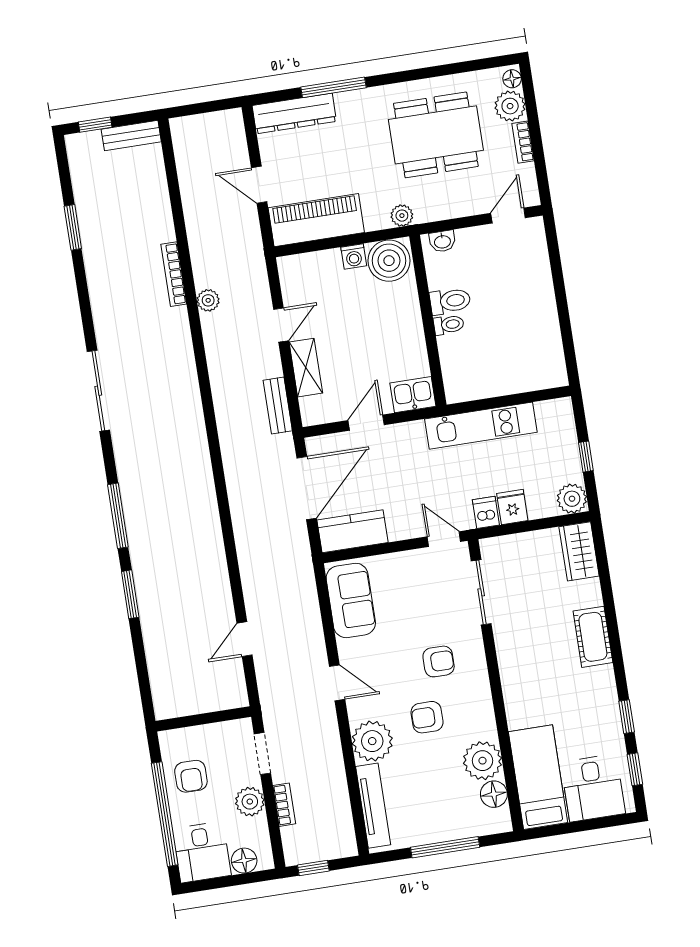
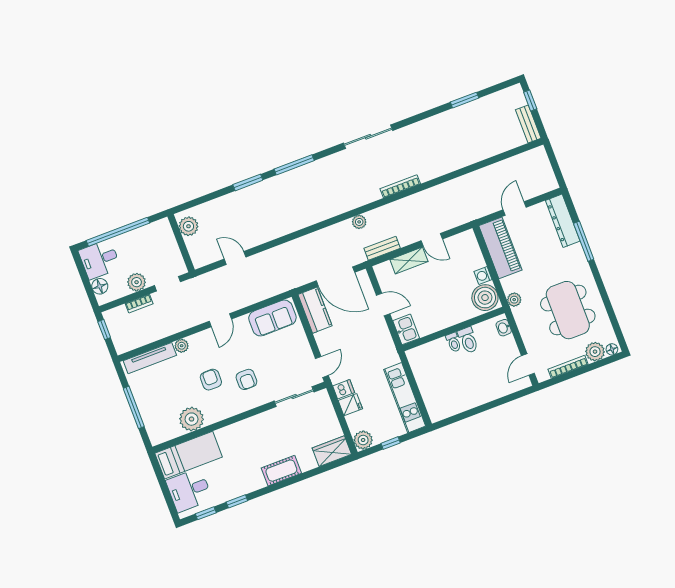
bookcase: (523, 142) -> (568, 367), width x1.56
door: (508, 215) -> (528, 365), swing flipped
bookcase: (174, 274) -> (400, 186), moved
plant: (208, 300) -> (359, 222), moved
kitchen unit: (481, 426) -> (405, 398), moved
plant: (179, 702) -> (188, 226), added
plant: (372, 741) -> (182, 346), width x0.53, depth x0.53
armchair: (191, 776) -> (144, 243), removed
floor lamp: (494, 794) -> (173, 430), removed

